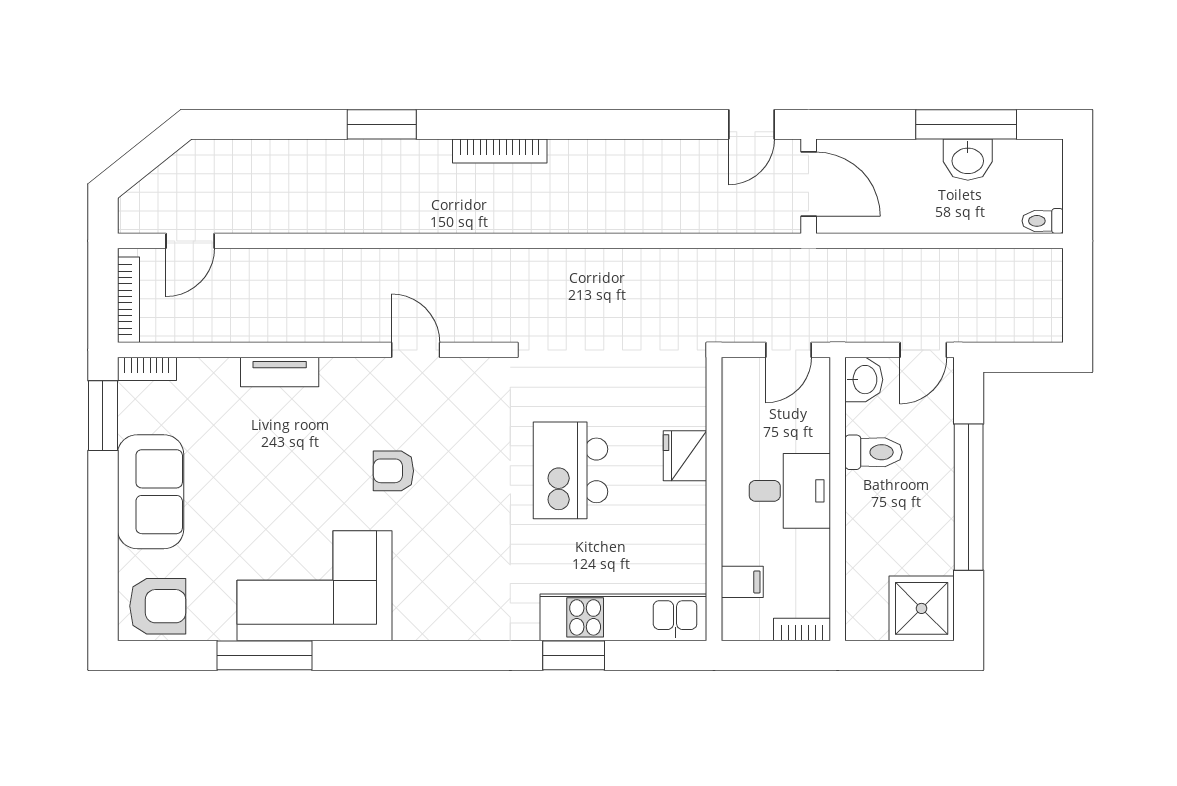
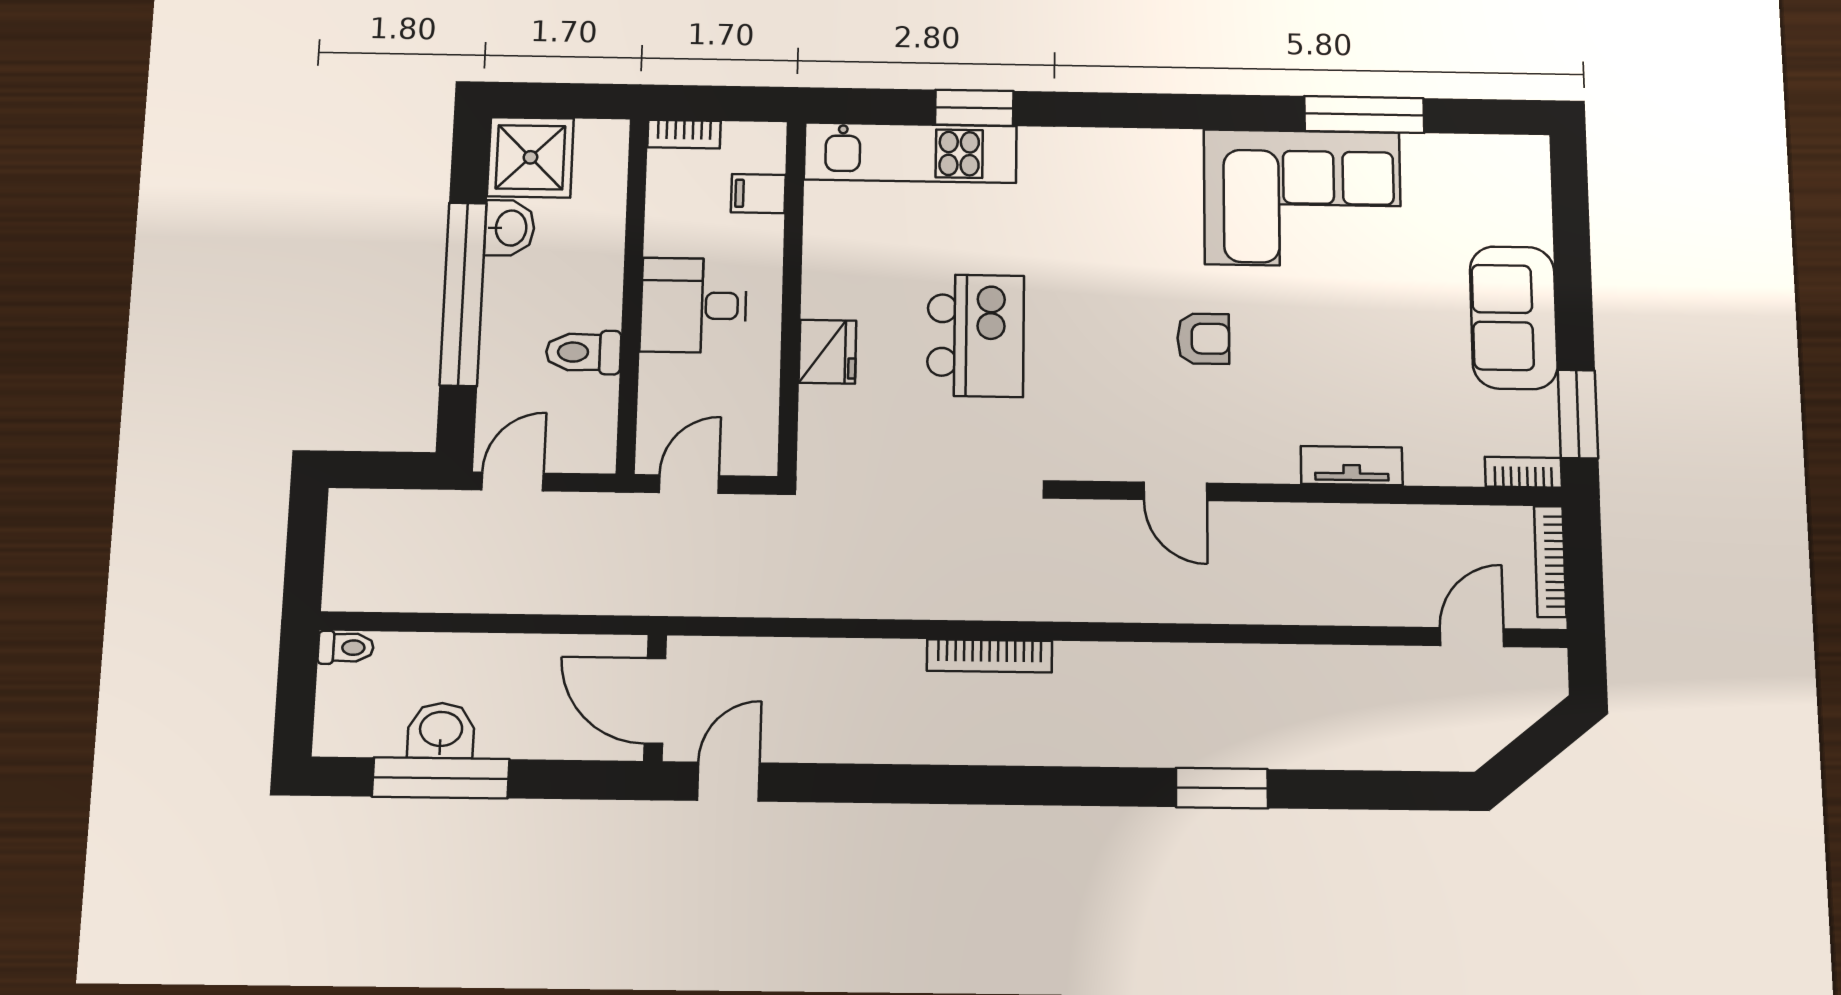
bookcase: (500, 151) -> (990, 656), moved, turned 180
washbasin: (864, 380) -> (510, 228), moved, turned 180
armchair: (158, 606) -> (1500, 176), removed

